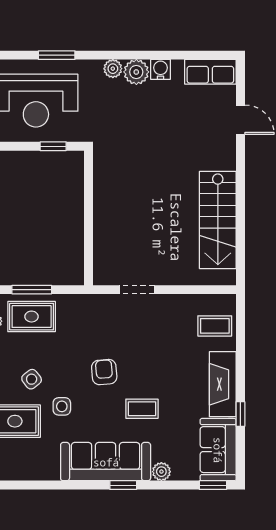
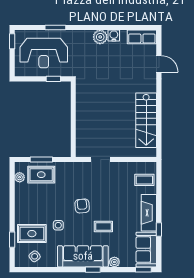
plant: (113, 69) -> (87, 35), removed
side table: (32, 379) -> (35, 256), moved

